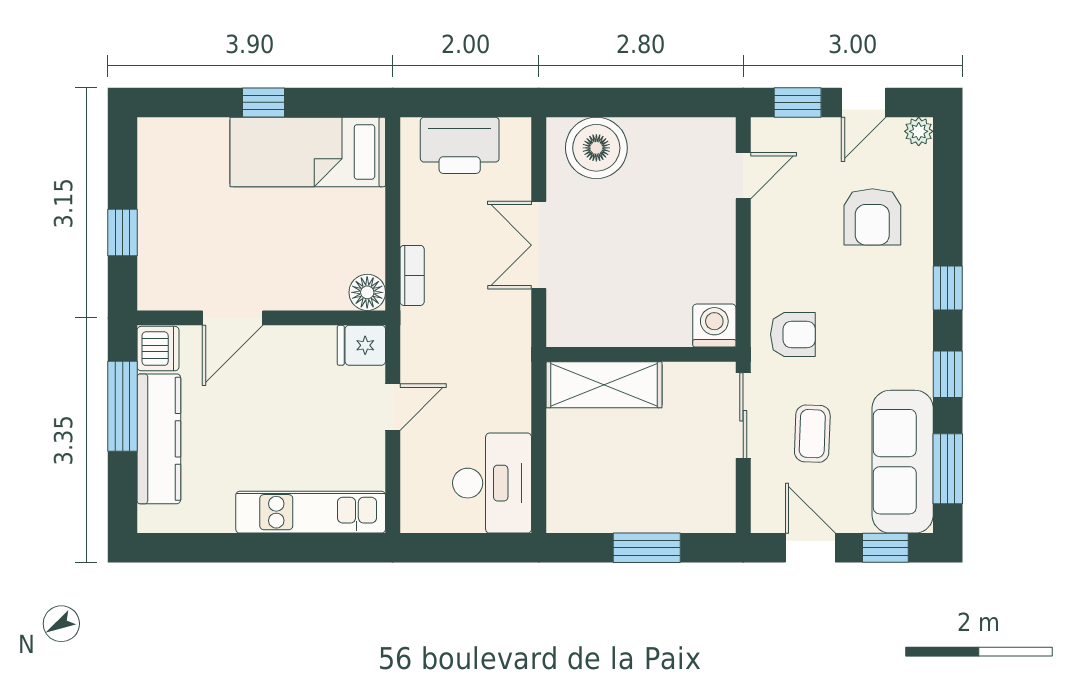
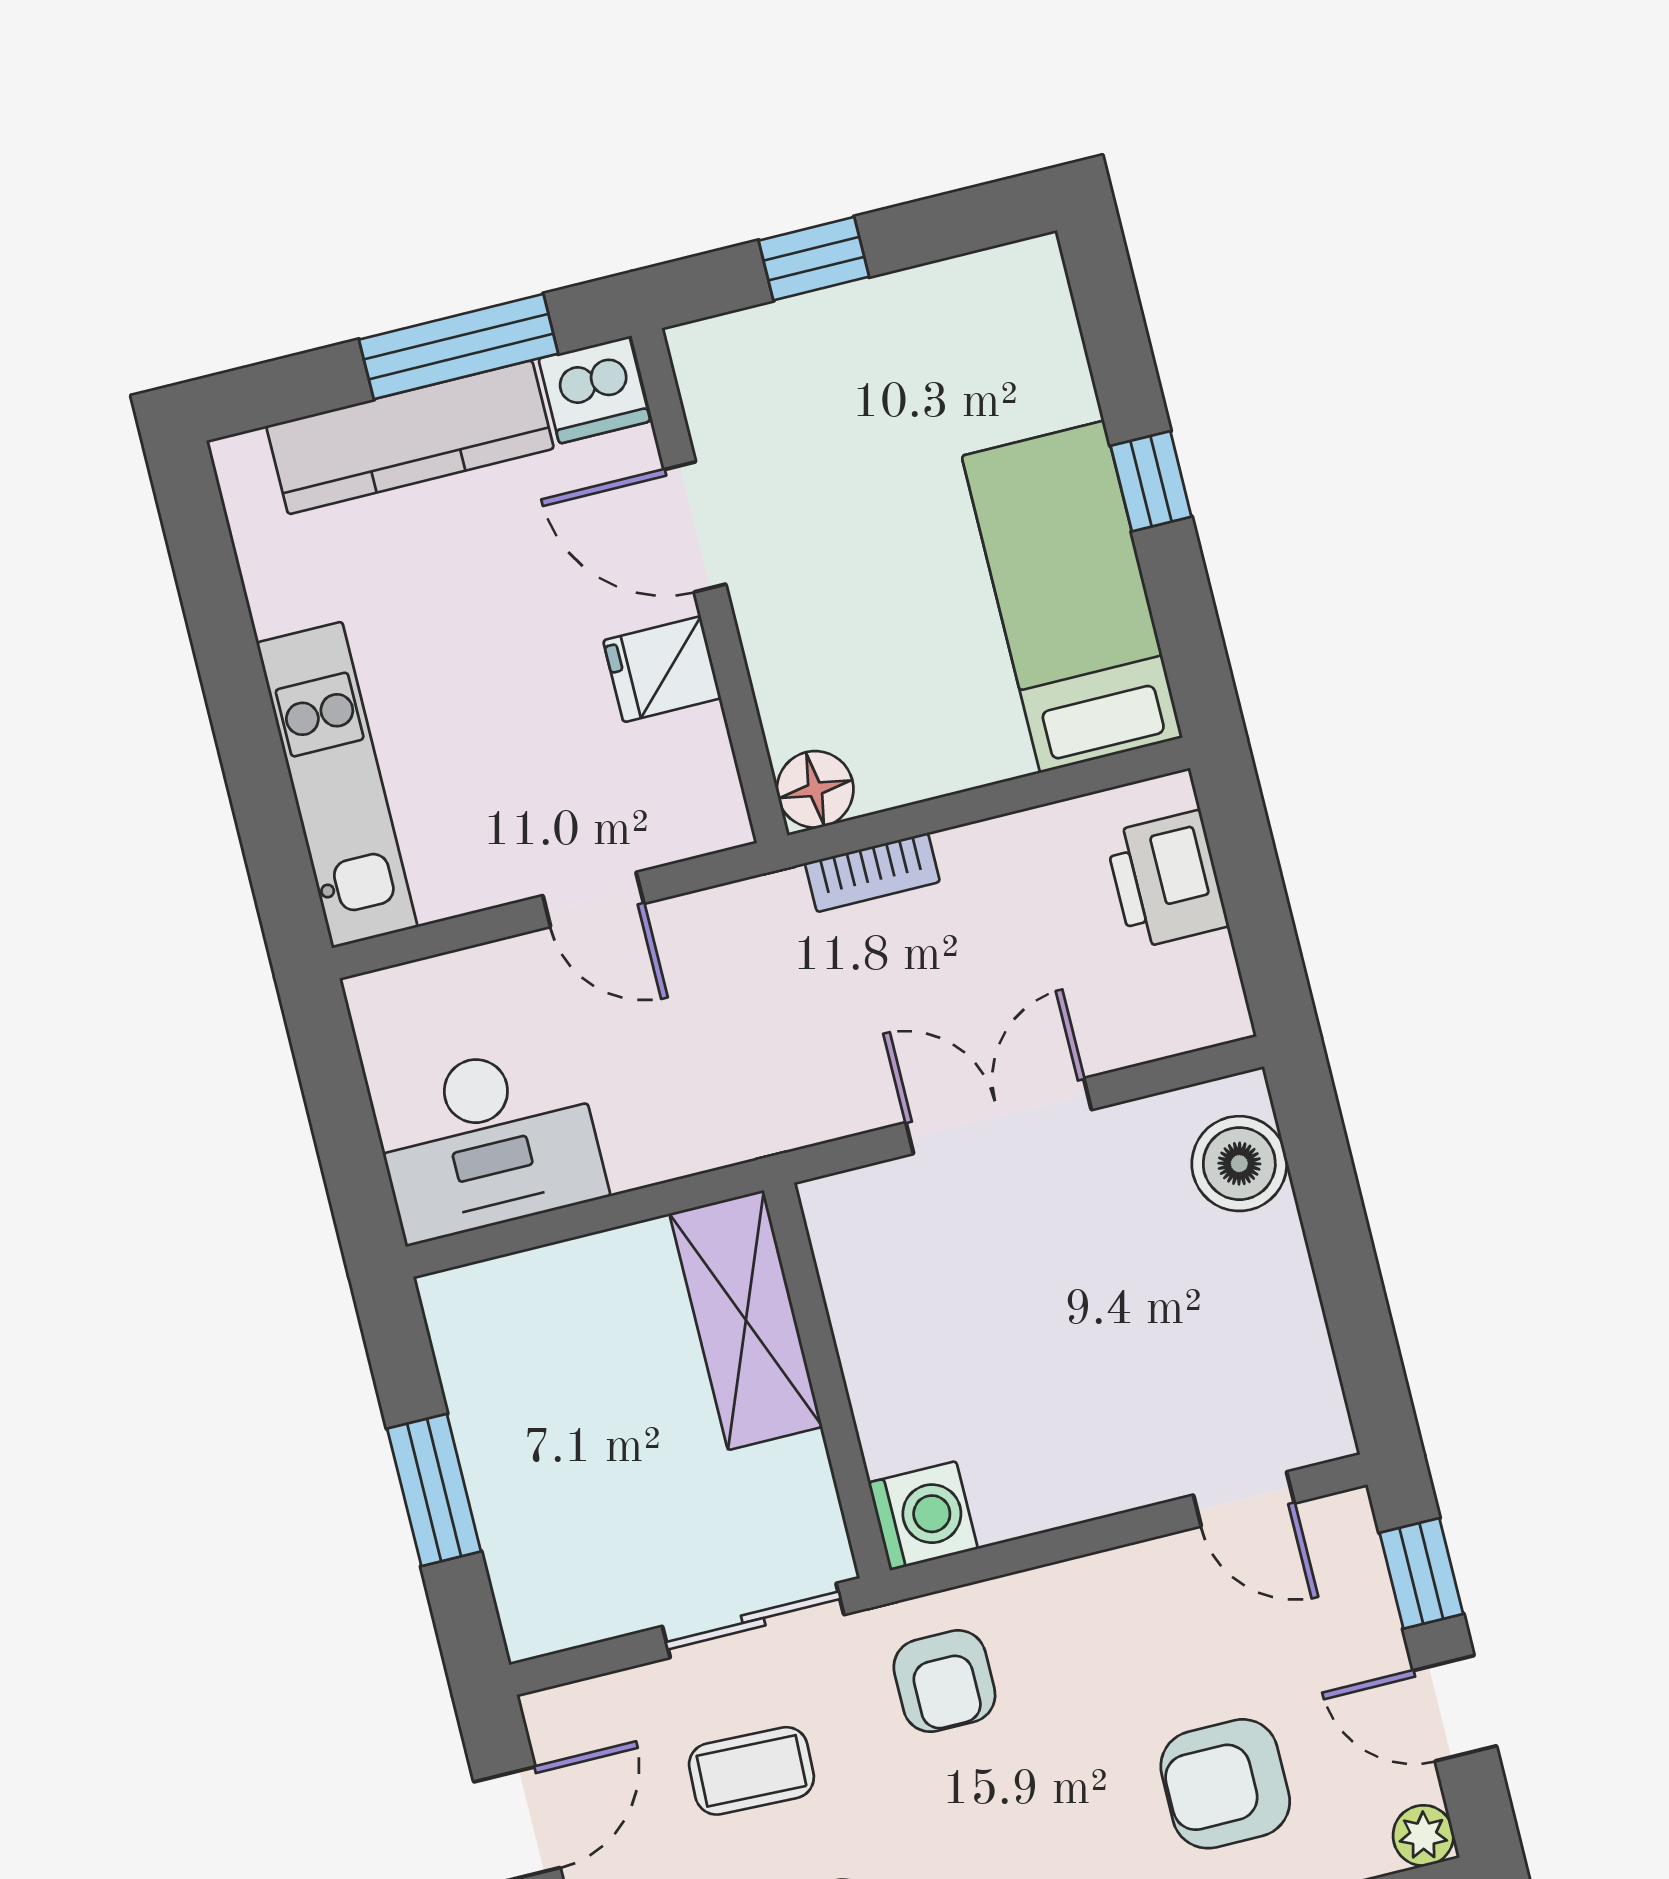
printer: (460, 145) -> (1167, 880), width x0.73, depth x0.84
boiler: (596, 148) -> (1239, 1164), width x0.73, depth x0.73
fridge: (361, 345) -> (662, 669), moved, turned -90

